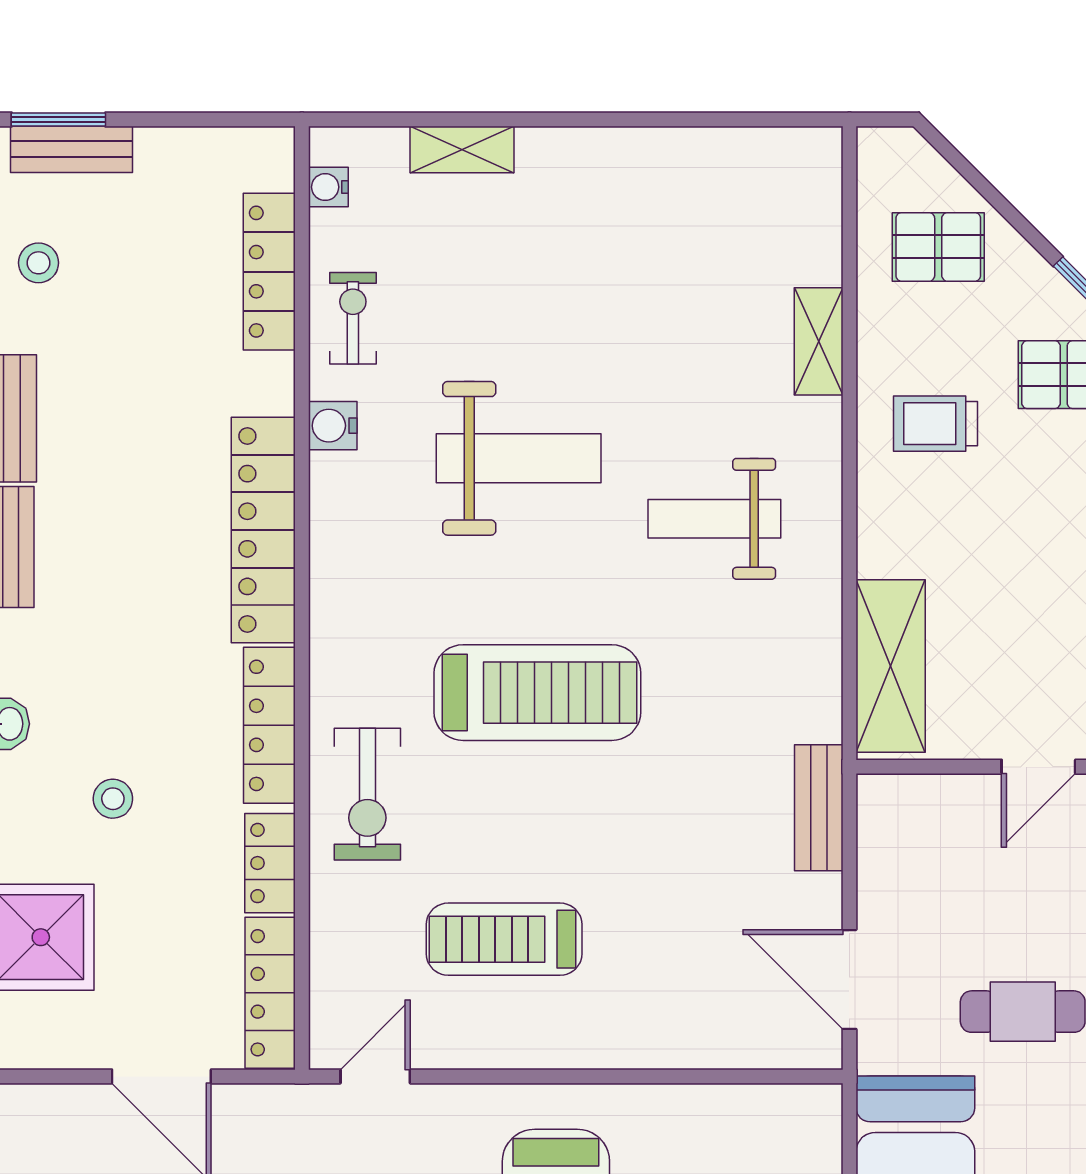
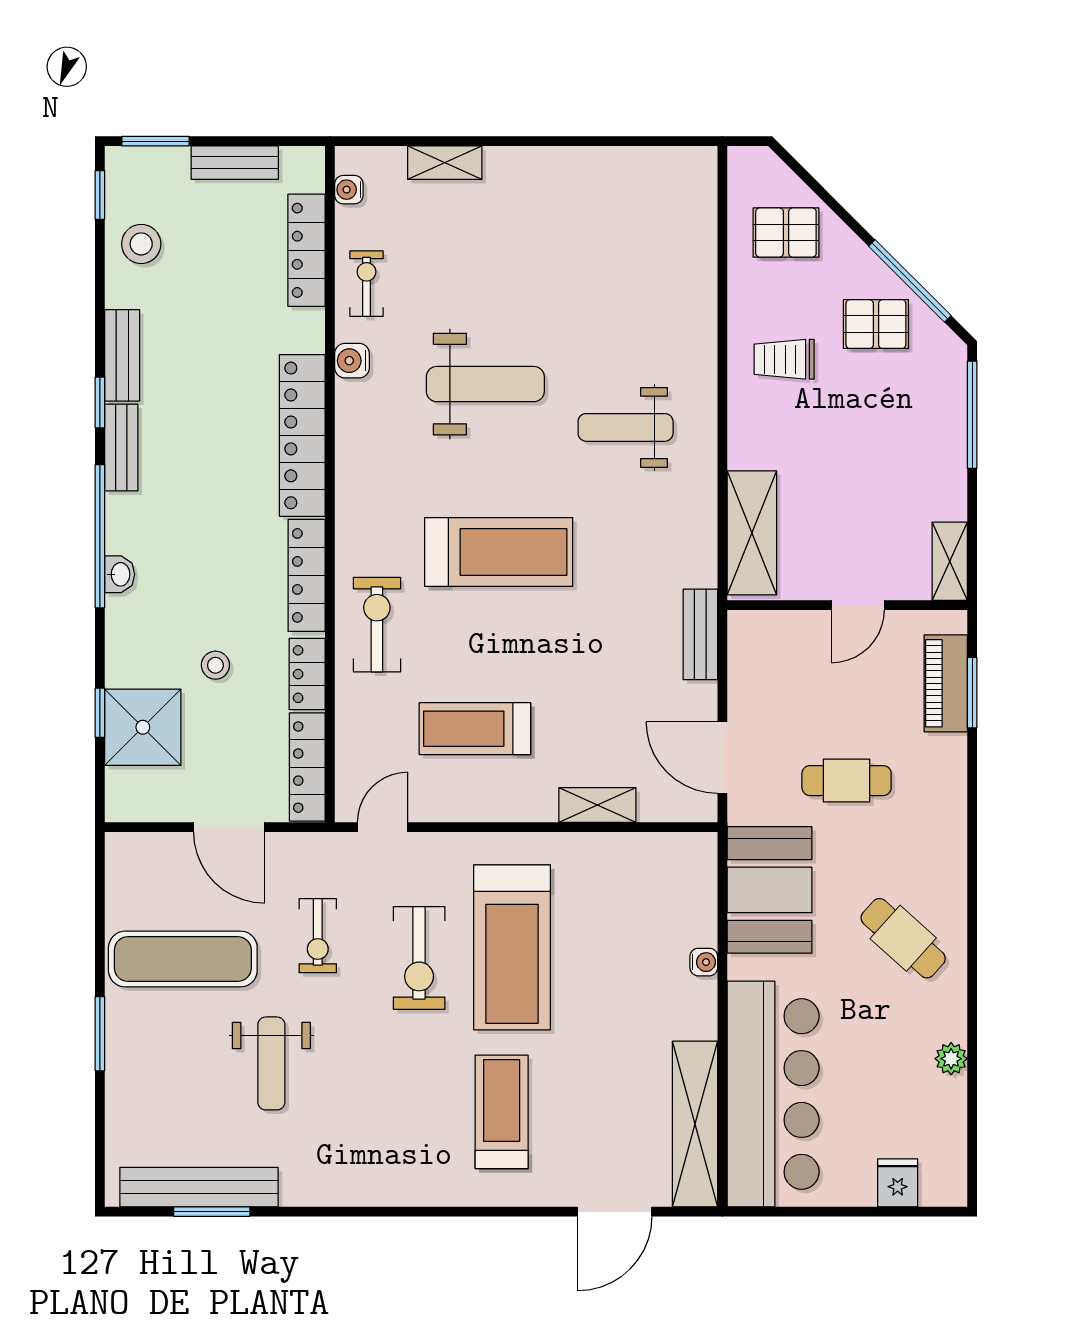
bench: (71, 149) -> (235, 163), moved
stool: (39, 263) -> (141, 244), width x1.37, depth x1.37
shelving: (819, 341) -> (597, 805), moved, turned 90
exercise bike: (367, 794) -> (377, 625), turned 180
stool: (113, 799) -> (215, 665), moved

